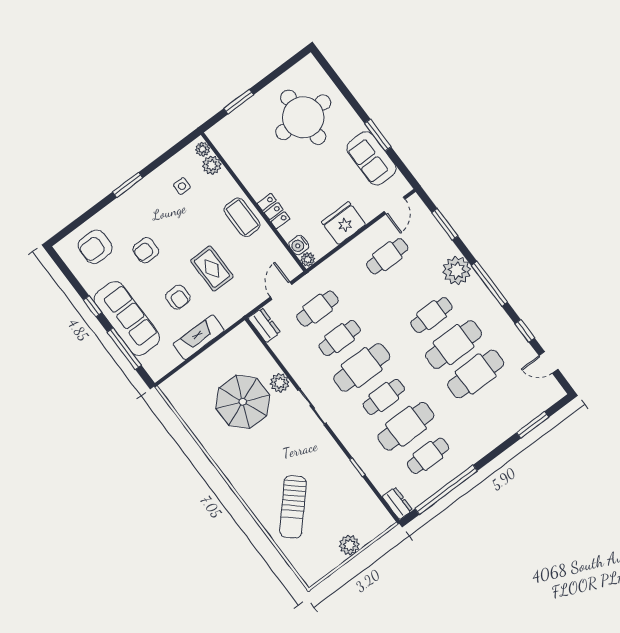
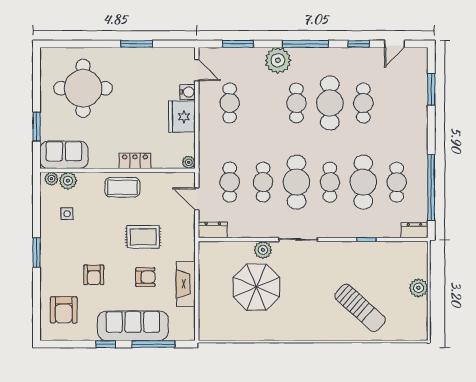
sofa: (371, 158) -> (64, 155), moved, turned 180
water cooler: (299, 245) -> (187, 92), moved, turned -90
cafe table: (476, 374) -> (363, 103), width x0.73, depth x0.74

